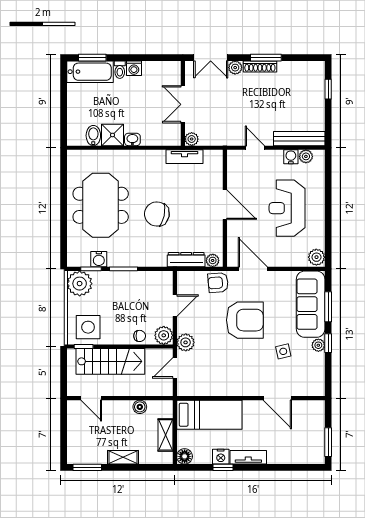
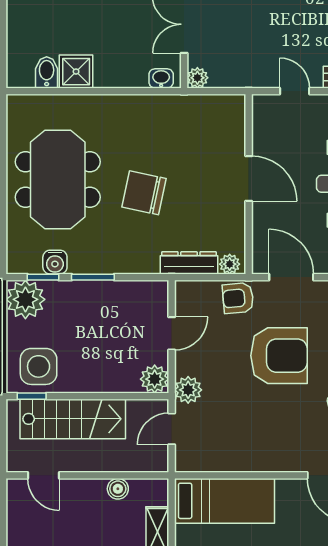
washbasin: (132, 139) -> (161, 78), moved
tv unit: (185, 157) -> (187, 105), removed
chair: (140, 336) -> (118, 380), removed

